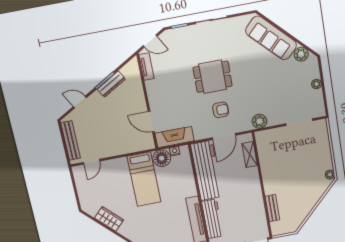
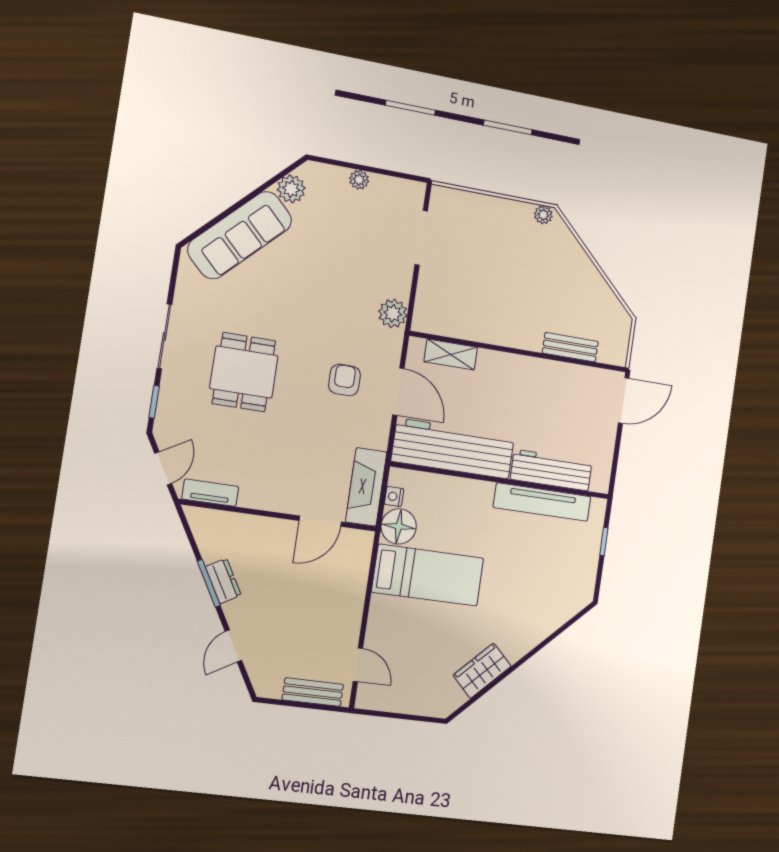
dining table: (213, 77) -> (244, 372), moved
dresser: (111, 84) -> (223, 581), width x0.70
bench: (71, 141) -> (313, 692), width x0.73

